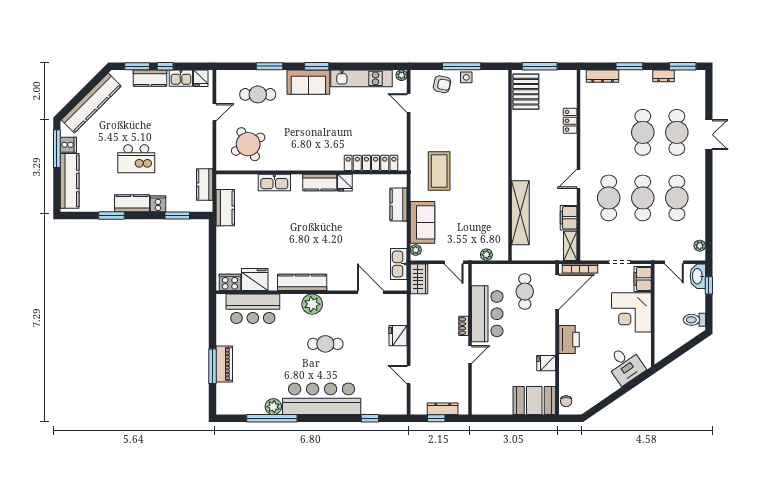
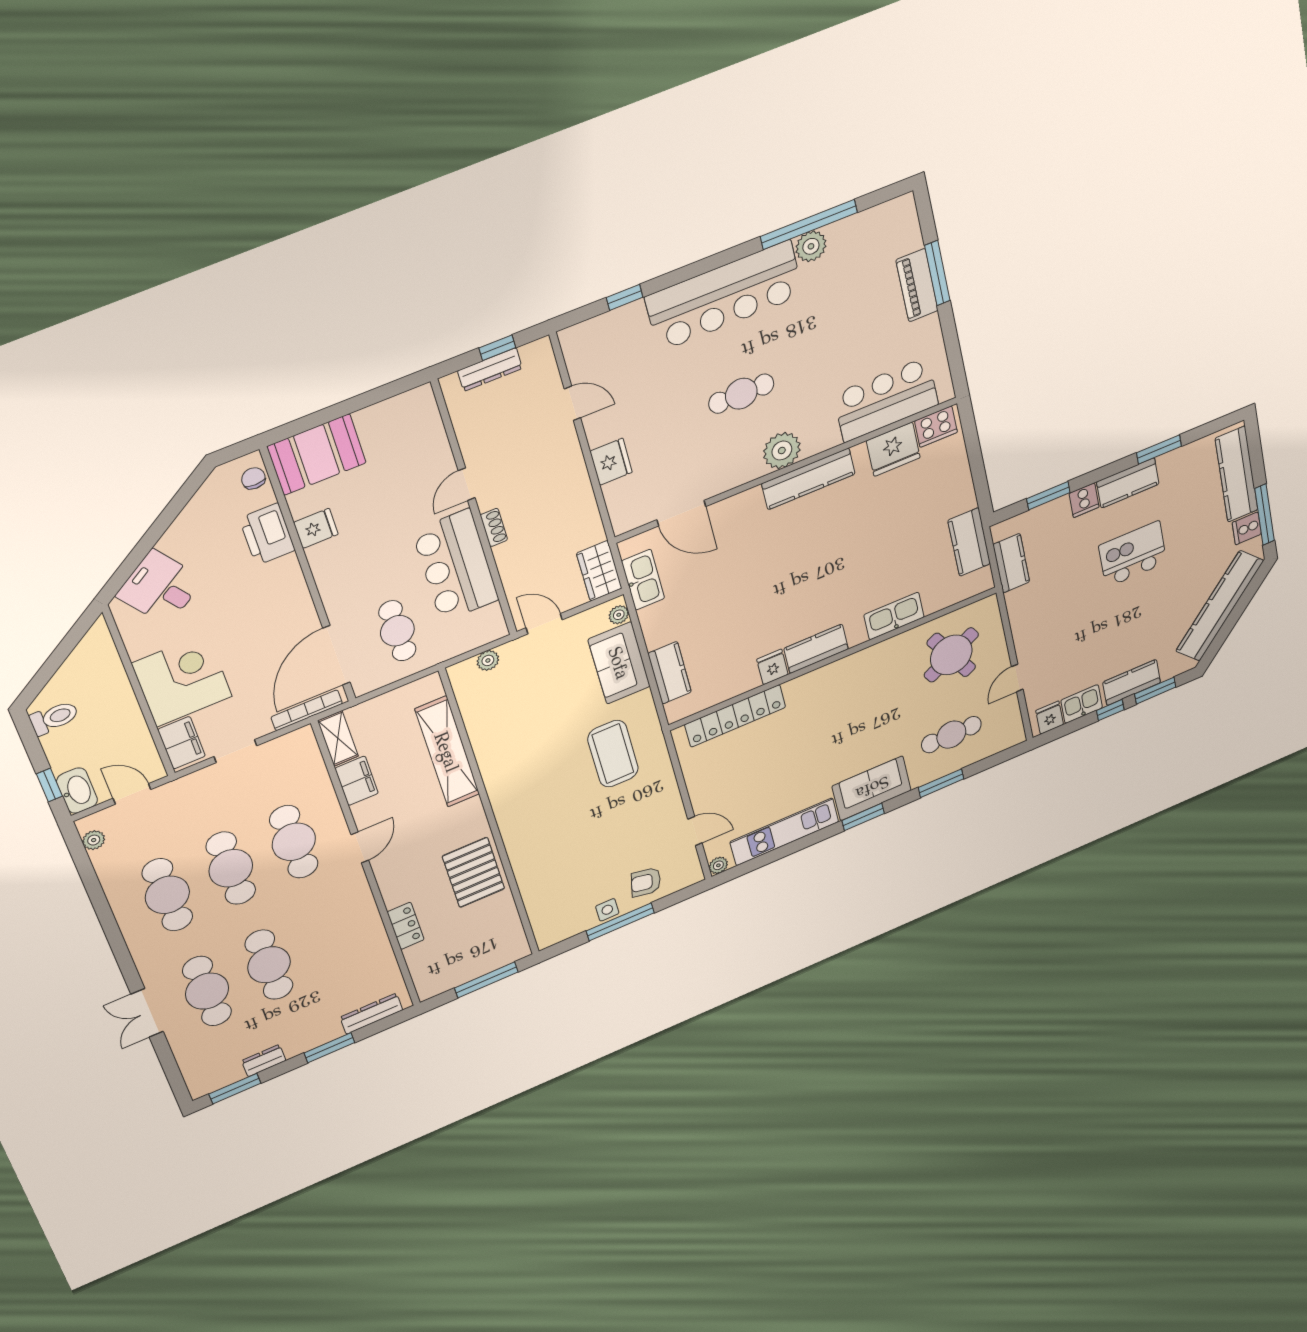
pallet: (526, 92) -> (473, 872), moved
printer: (569, 339) -> (267, 534), moved

